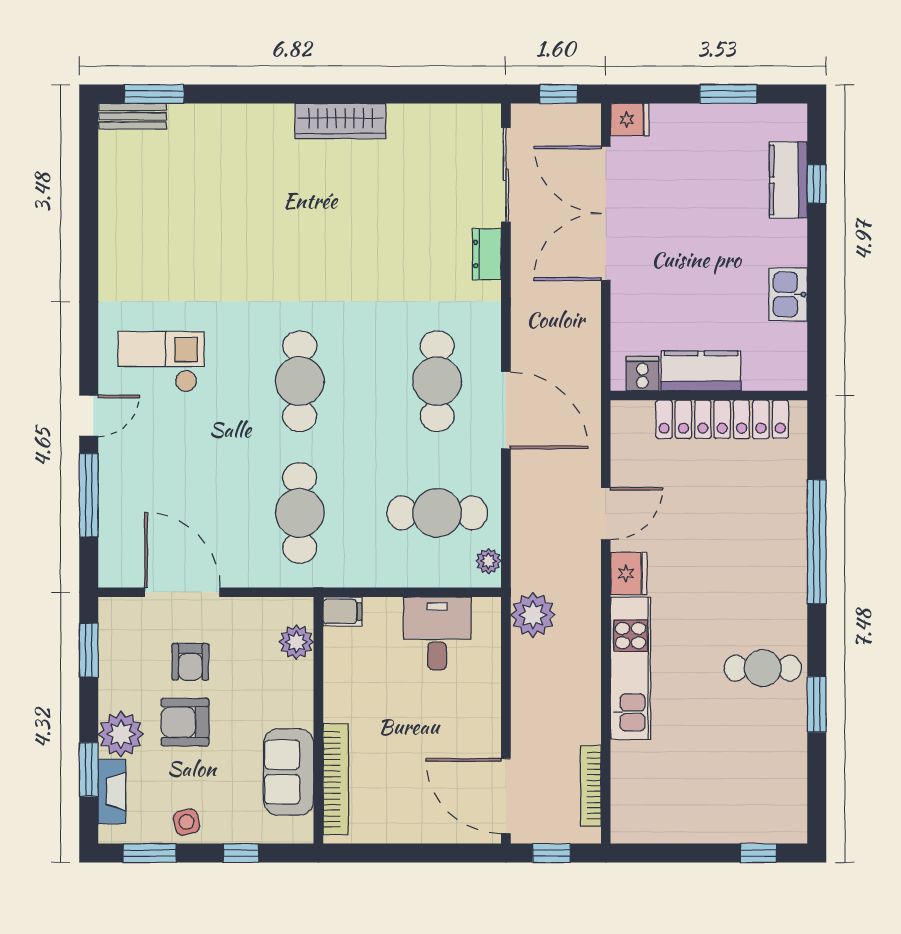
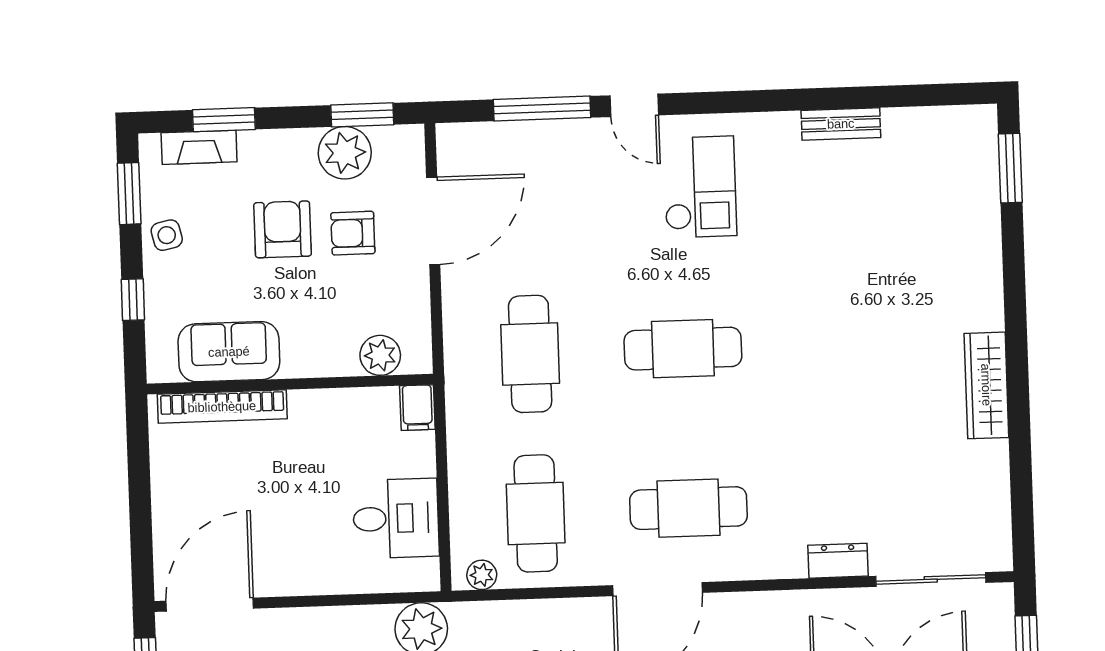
bench: (133, 116) -> (841, 124), moved, turned 90
cafe table: (300, 513) -> (530, 354), turned 90
plant: (121, 734) -> (345, 153), moved

